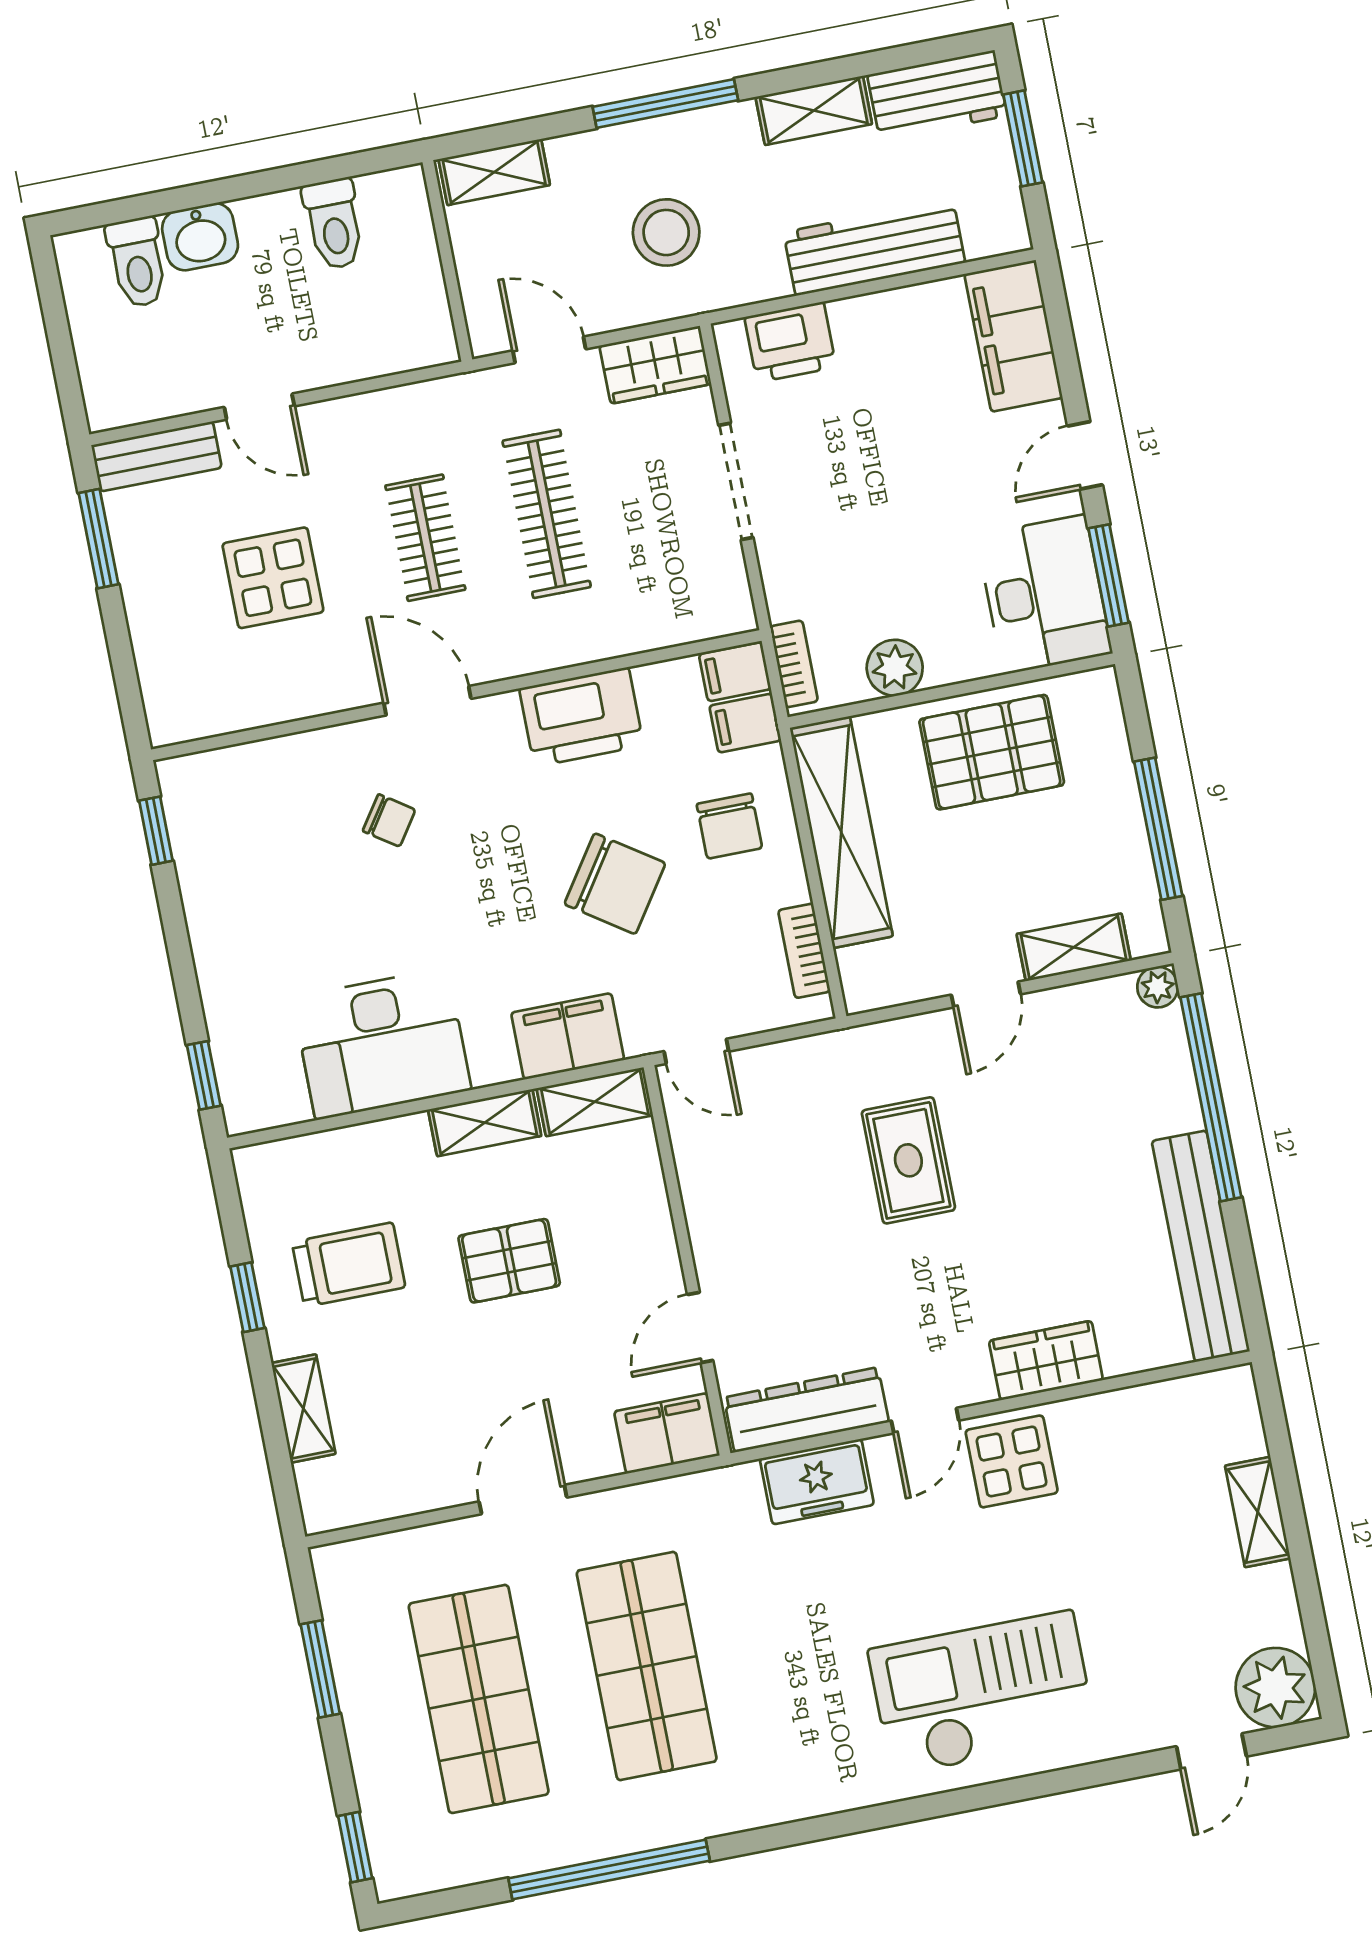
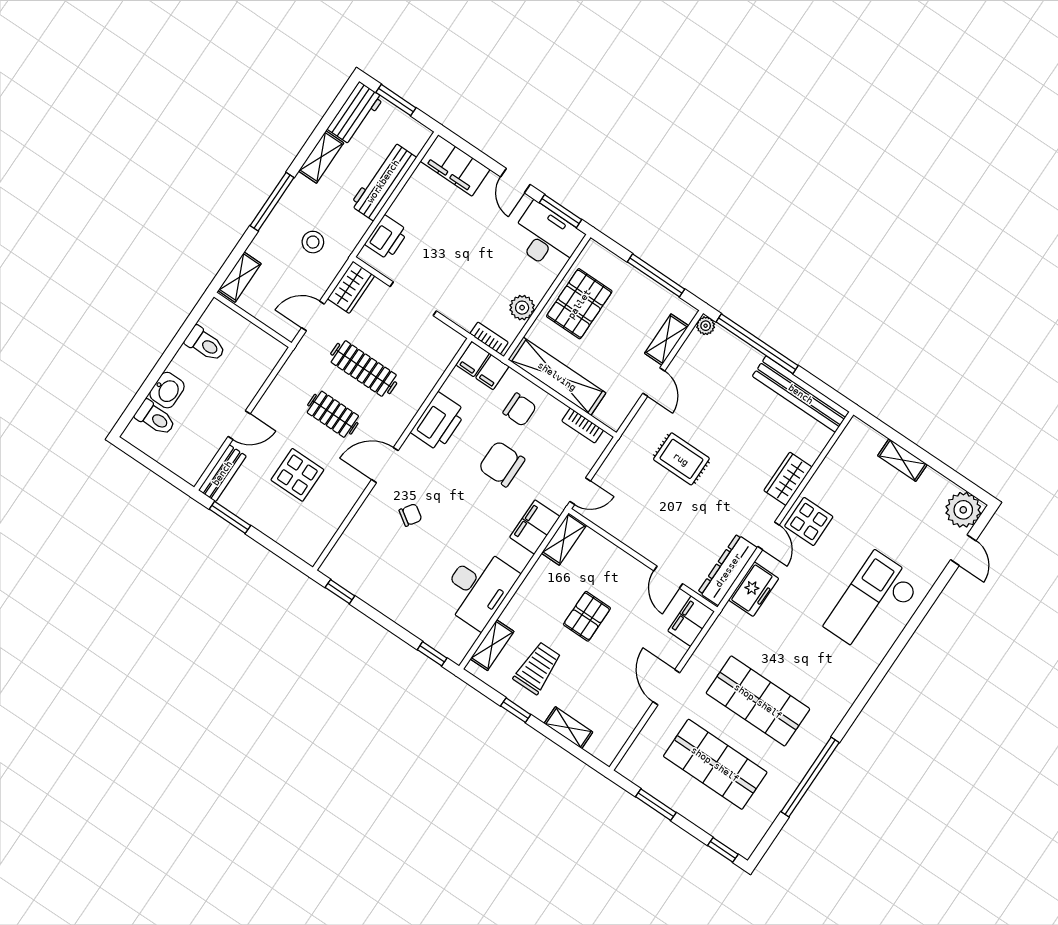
stool: (666, 232) -> (313, 242), width x0.73, depth x0.73
chair: (615, 884) -> (502, 464), turned -124
shelving: (485, 1123) -> (492, 645), moved

